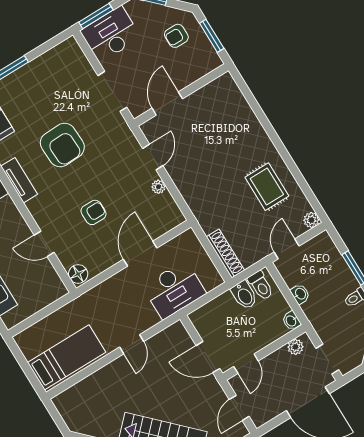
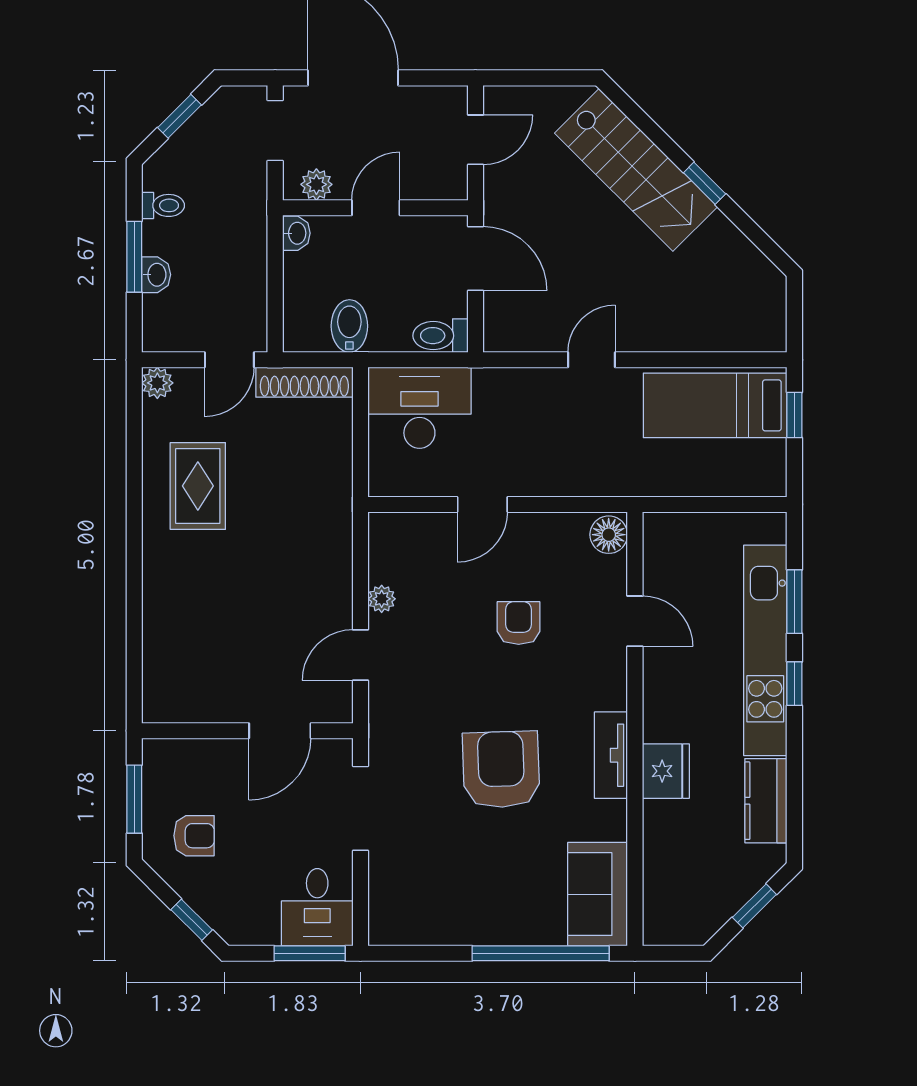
desk: (111, 34) -> (317, 907), width x0.73
armchair: (93, 212) -> (519, 623), turned 90
door: (140, 254) -> (482, 504), width x0.73
shoe rack: (225, 254) -> (304, 382), moved, turned -90
toilet: (261, 286) -> (440, 336), moved, turned -90
desk: (174, 290) -> (419, 408), moved
washbasin: (300, 294) -> (156, 275), moved, turned 180
door: (246, 364) -> (376, 208), moved
window: (30, 374) -> (794, 415), added

